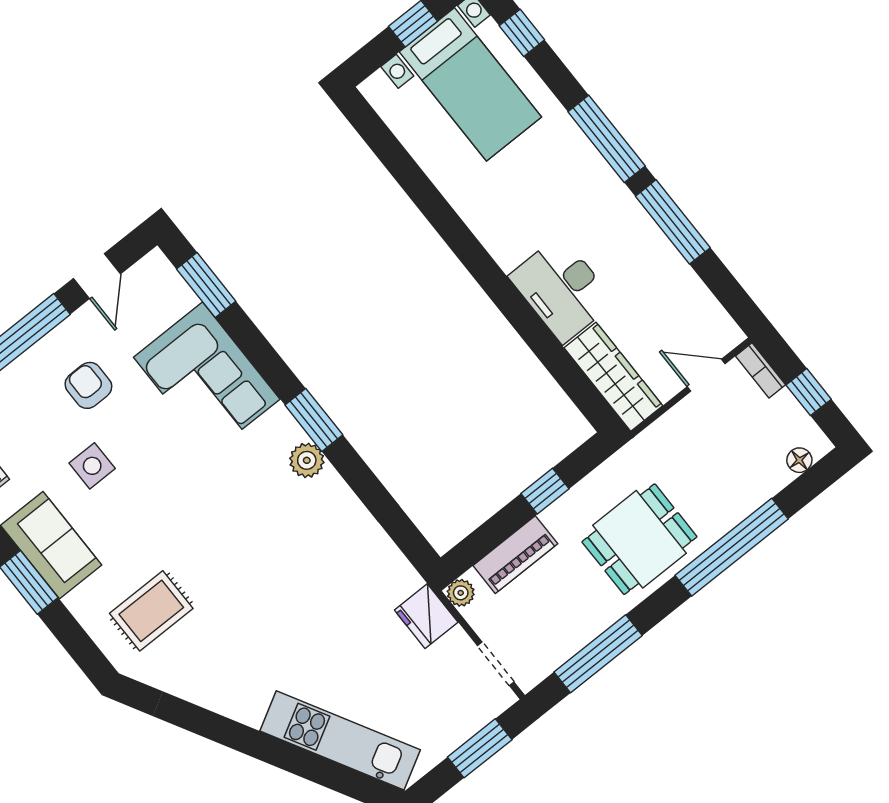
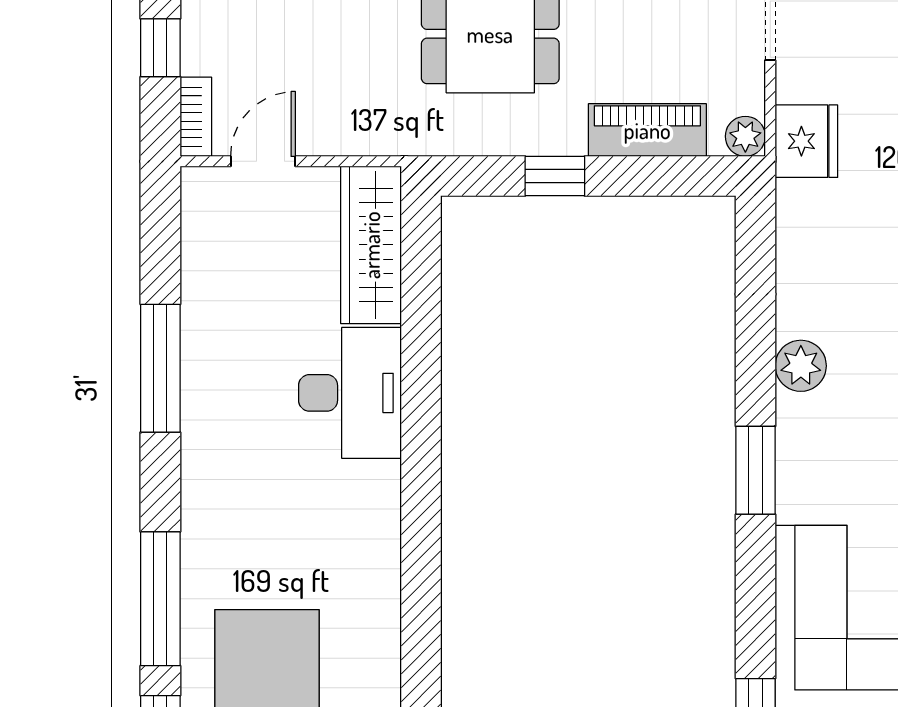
window: (607, 139) -> (160, 599), moved
door: (706, 375) -> (263, 161), swing flipped
plant: (307, 460) -> (801, 366), moved

